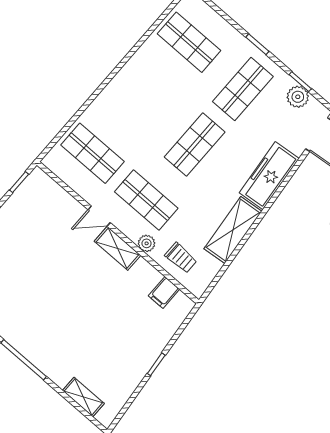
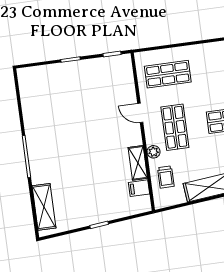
shop shelf: (93, 153) -> (168, 74), turned 90
shelving: (117, 248) -> (138, 163), moved
shelving: (83, 397) -> (44, 207), width x1.50, depth x1.33

